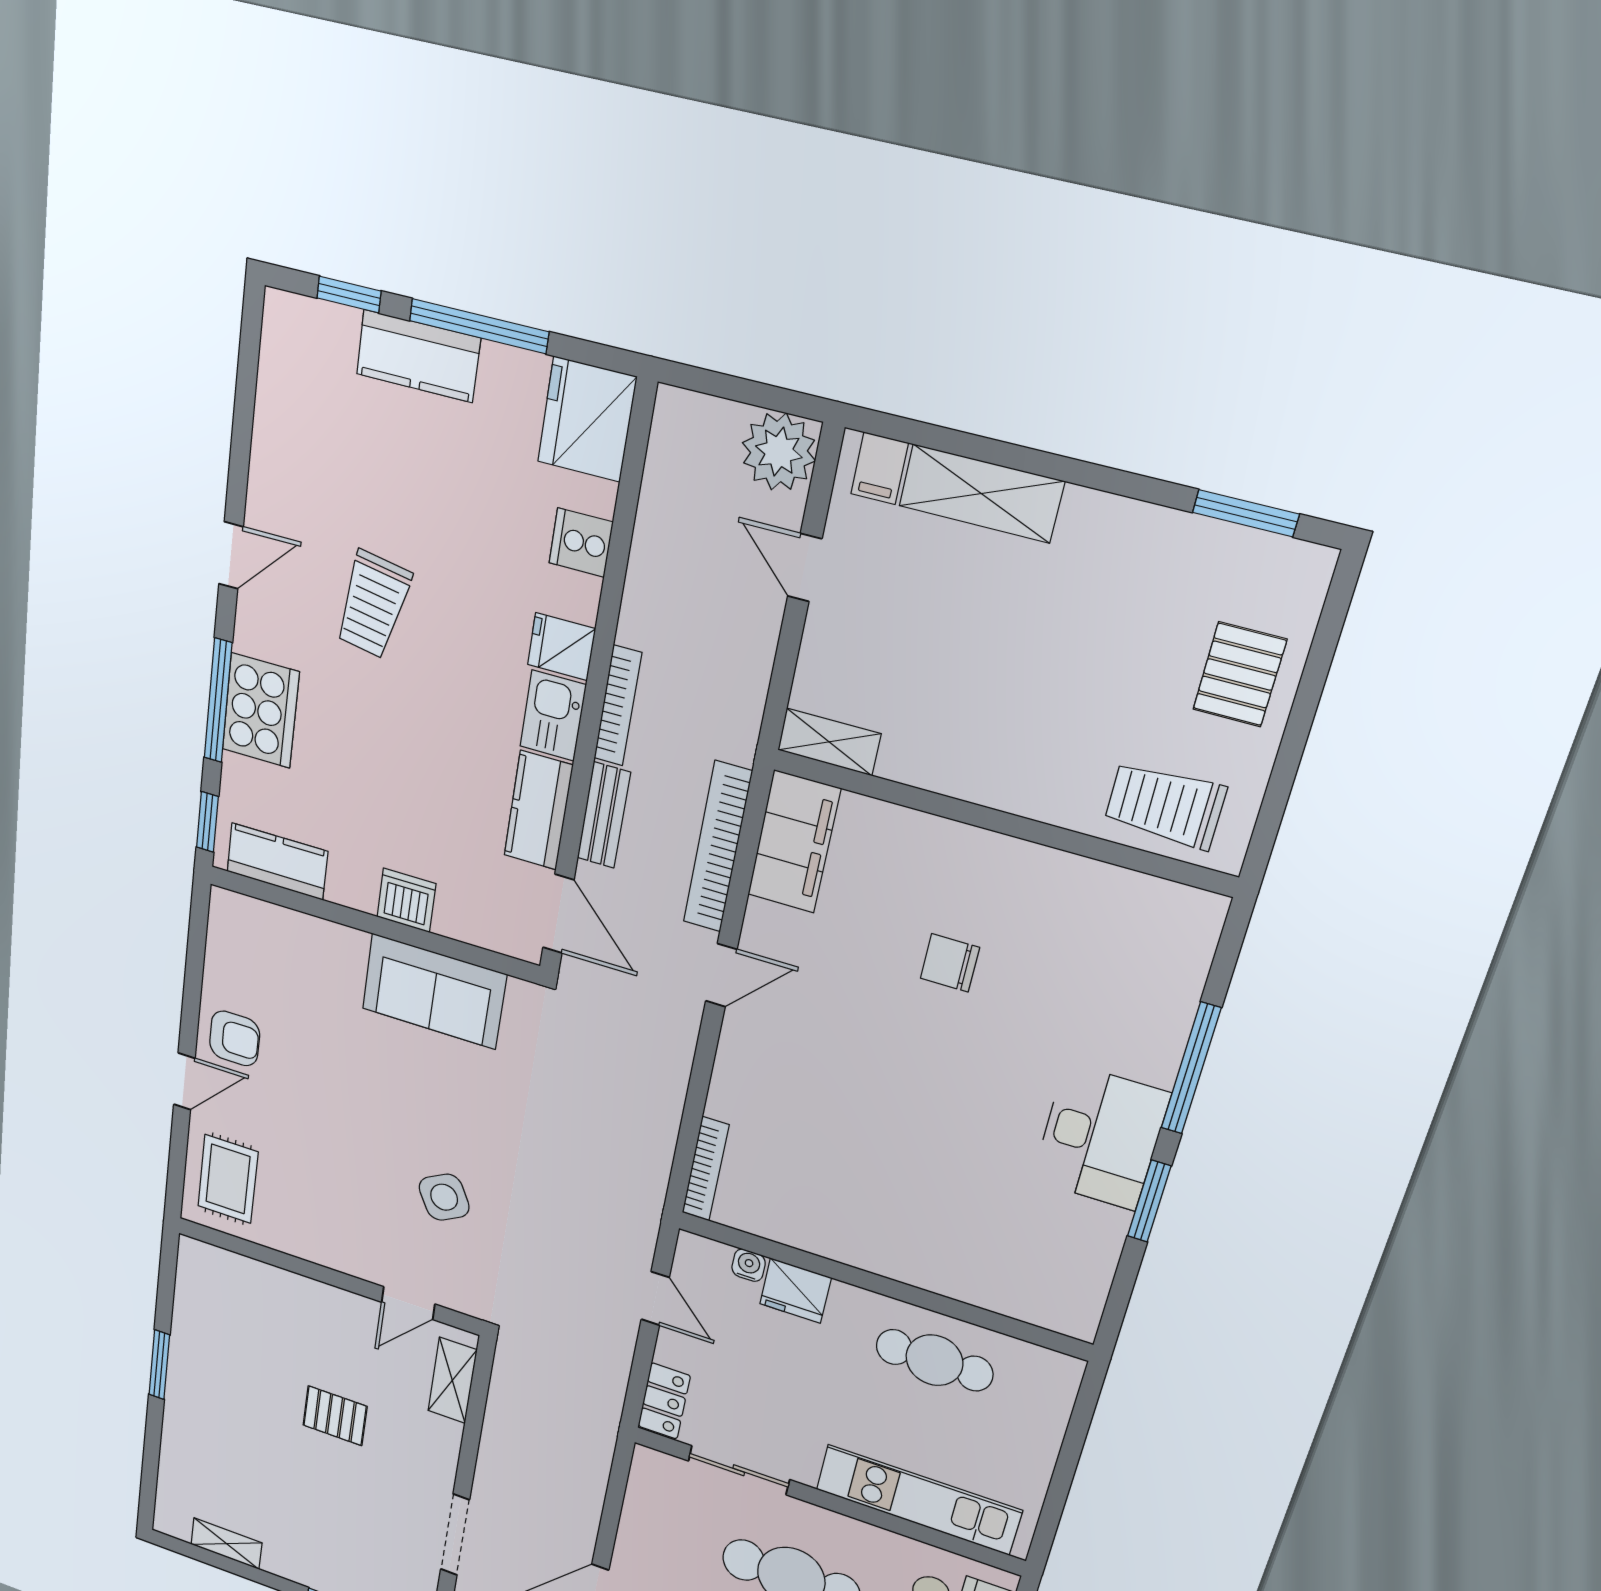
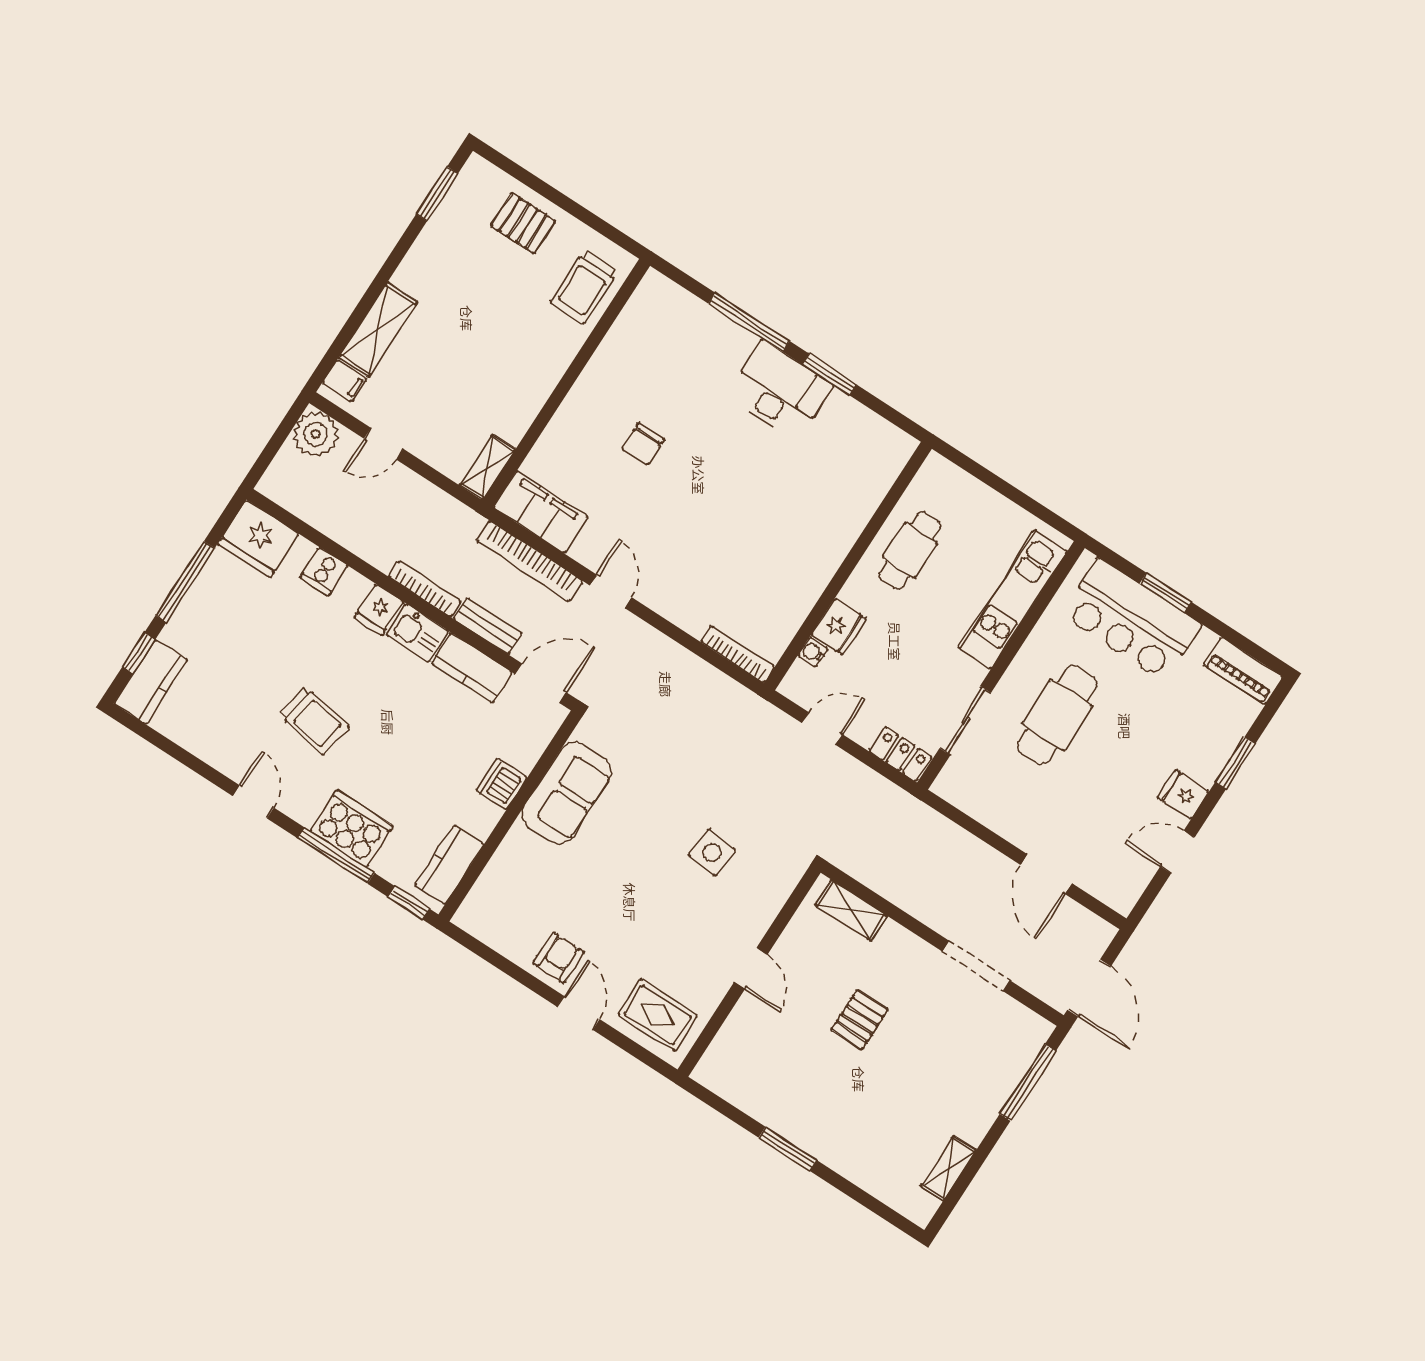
kitchen counter: (418, 356) -> (151, 682), moved
side table: (444, 1197) -> (712, 852), turned 34
door: (408, 1303) -> (751, 968), moved

